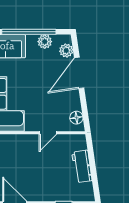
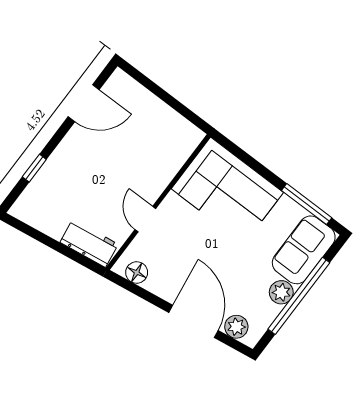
plant: (45, 42) -> (281, 292), moved
workbench: (82, 166) -> (89, 243), moved

